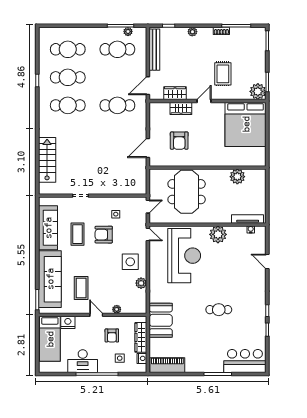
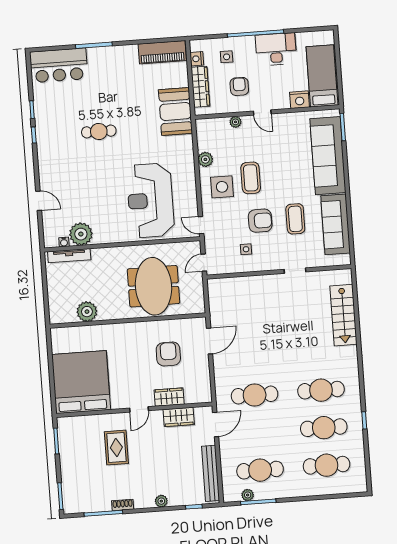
plant: (258, 91) -> (68, 427), removed
plant: (218, 234) -> (81, 234), moved
coffee table: (81, 288) -> (251, 178), moved

